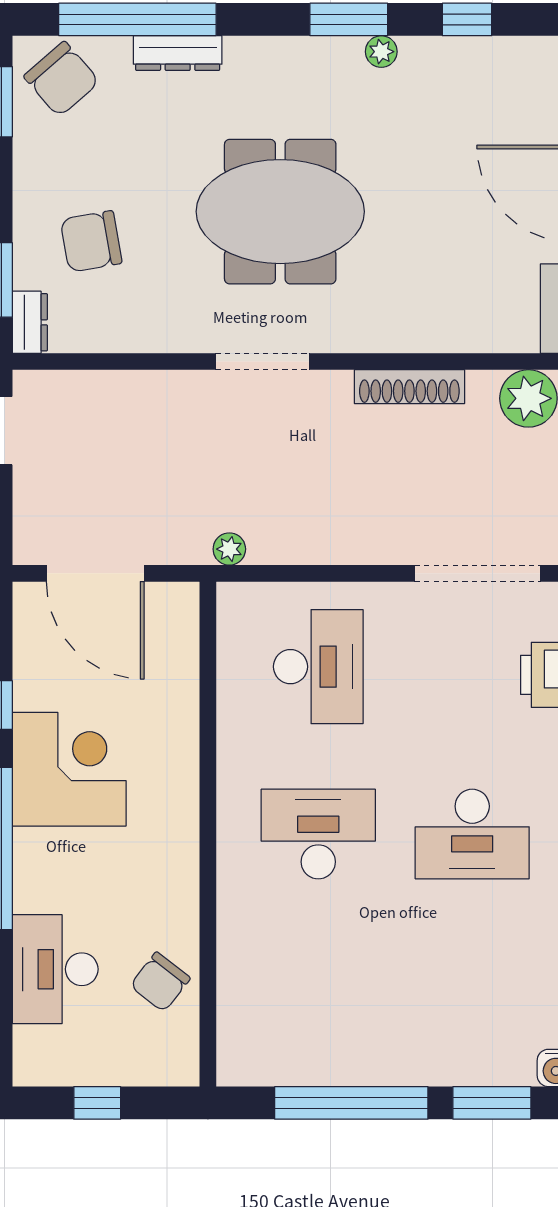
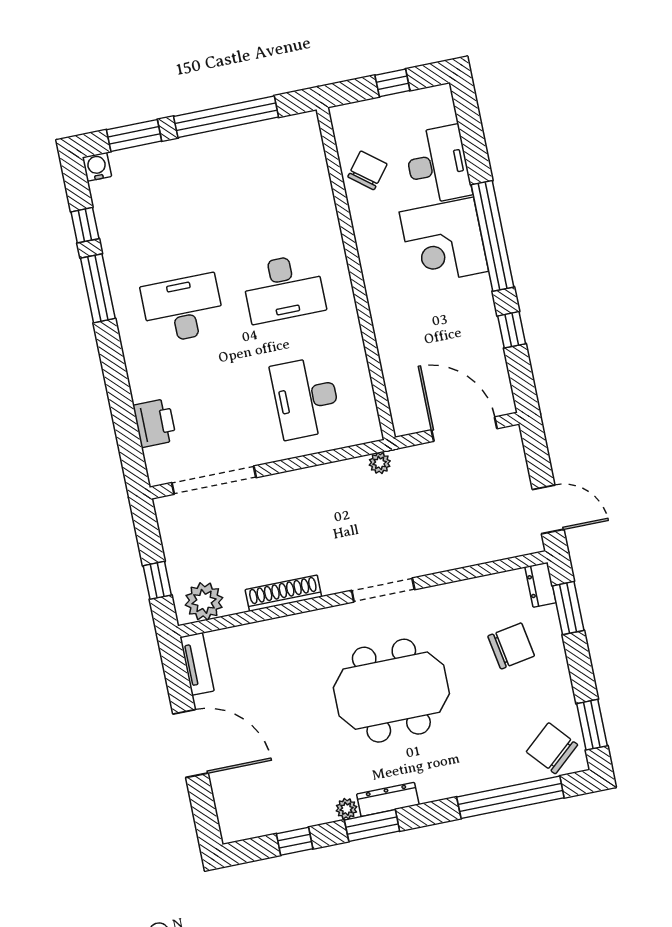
dresser: (178, 53) -> (388, 799), moved
corner desk: (69, 769) -> (444, 242), moved

